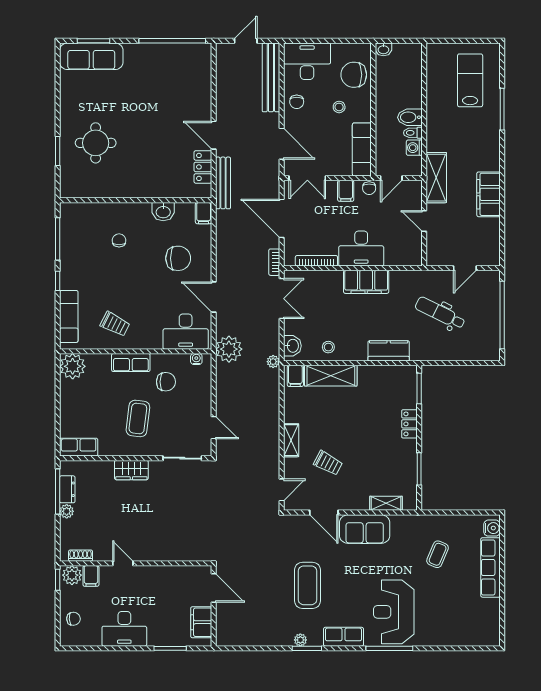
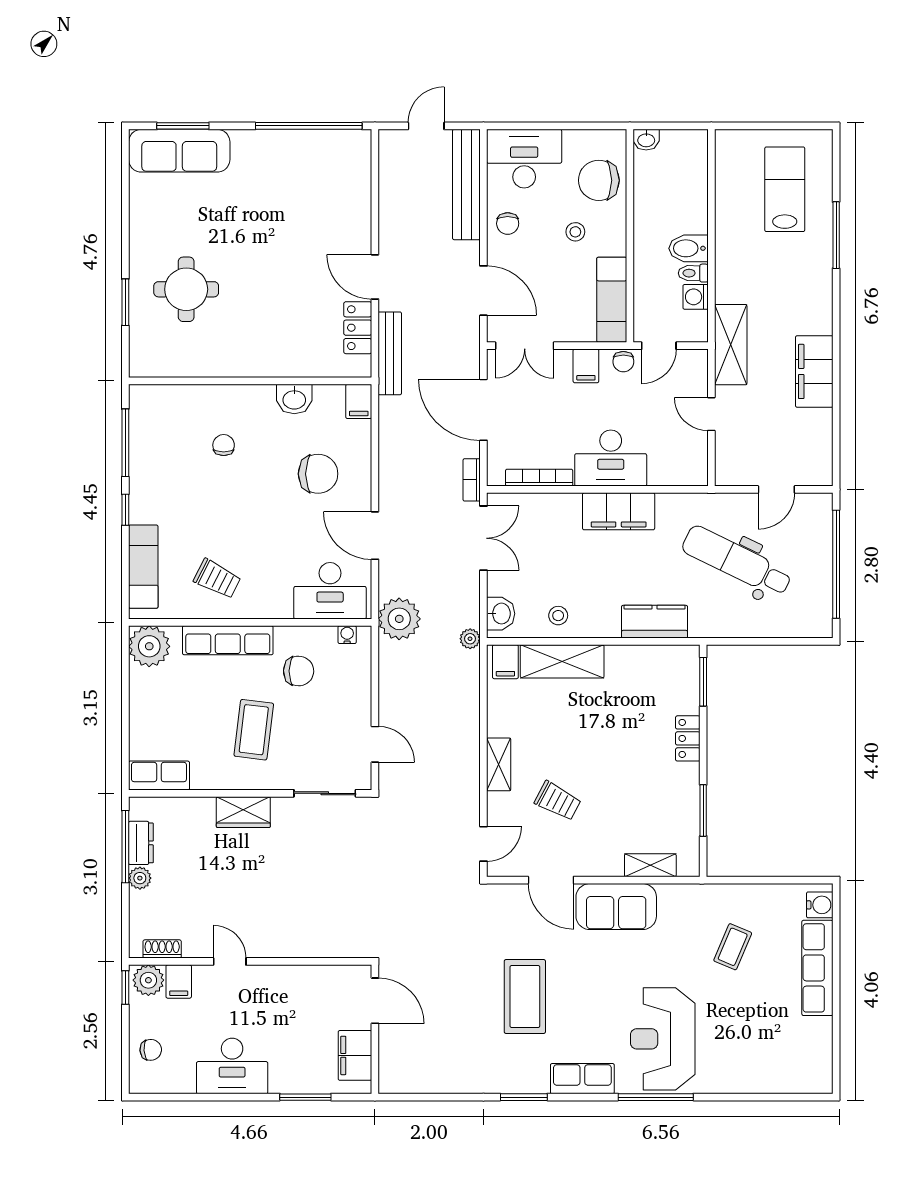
dental chair: (440, 313) -> (737, 561), width x1.36, depth x1.38
row of seats: (131, 362) -> (228, 640), width x1.48
plant: (300, 640) -> (514, 1084), removed

